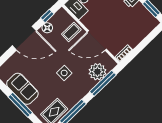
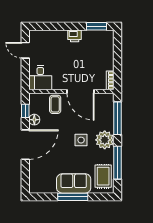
door: (97, 40) -> (81, 91), hinge flipped
plant: (97, 72) -> (105, 140), moved
sofa: (22, 89) -> (74, 183), moved

